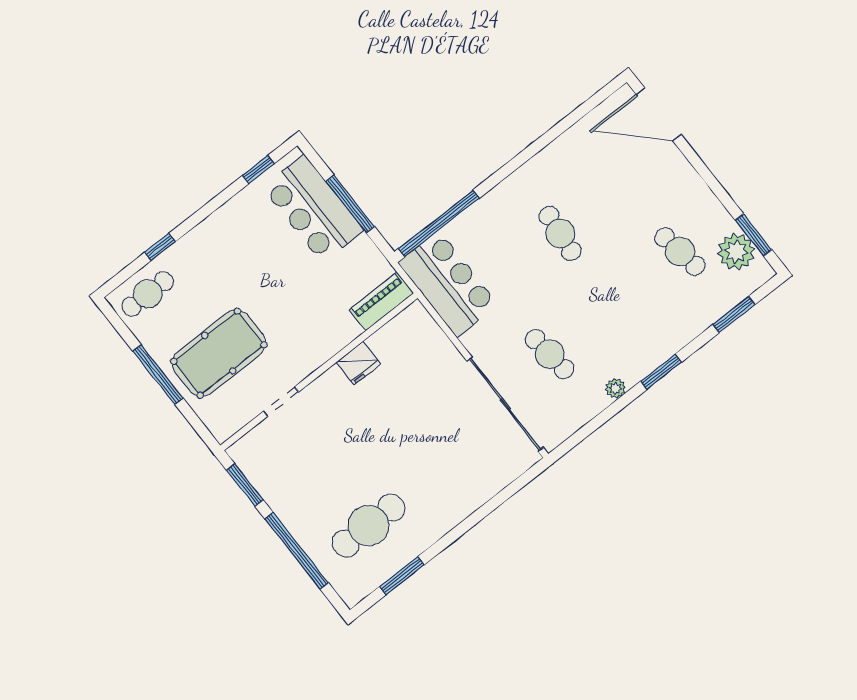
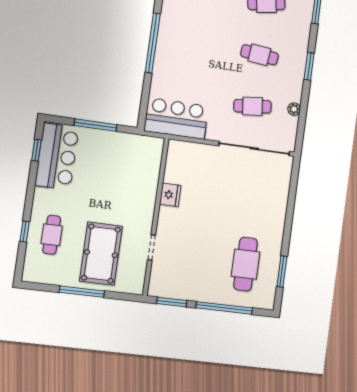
bar counter: (313, 209) -> (57, 156), moved, turned -90
window: (439, 223) -> (153, 43), moved
cafe table: (560, 233) -> (259, 55), moved
cafe table: (148, 294) -> (52, 235), moved
piano: (381, 301) -> (153, 156), removed
plant: (615, 388) -> (294, 109), moved

